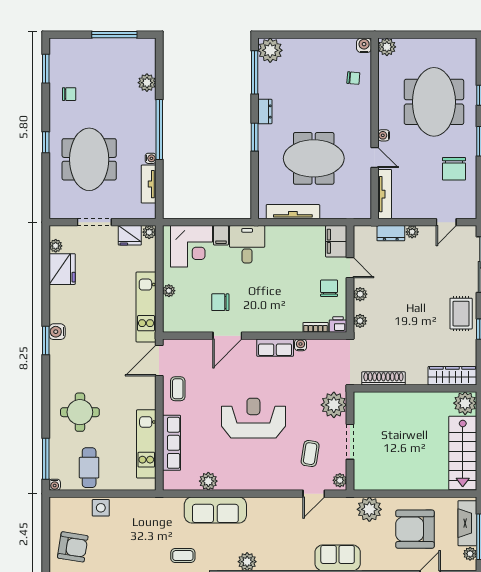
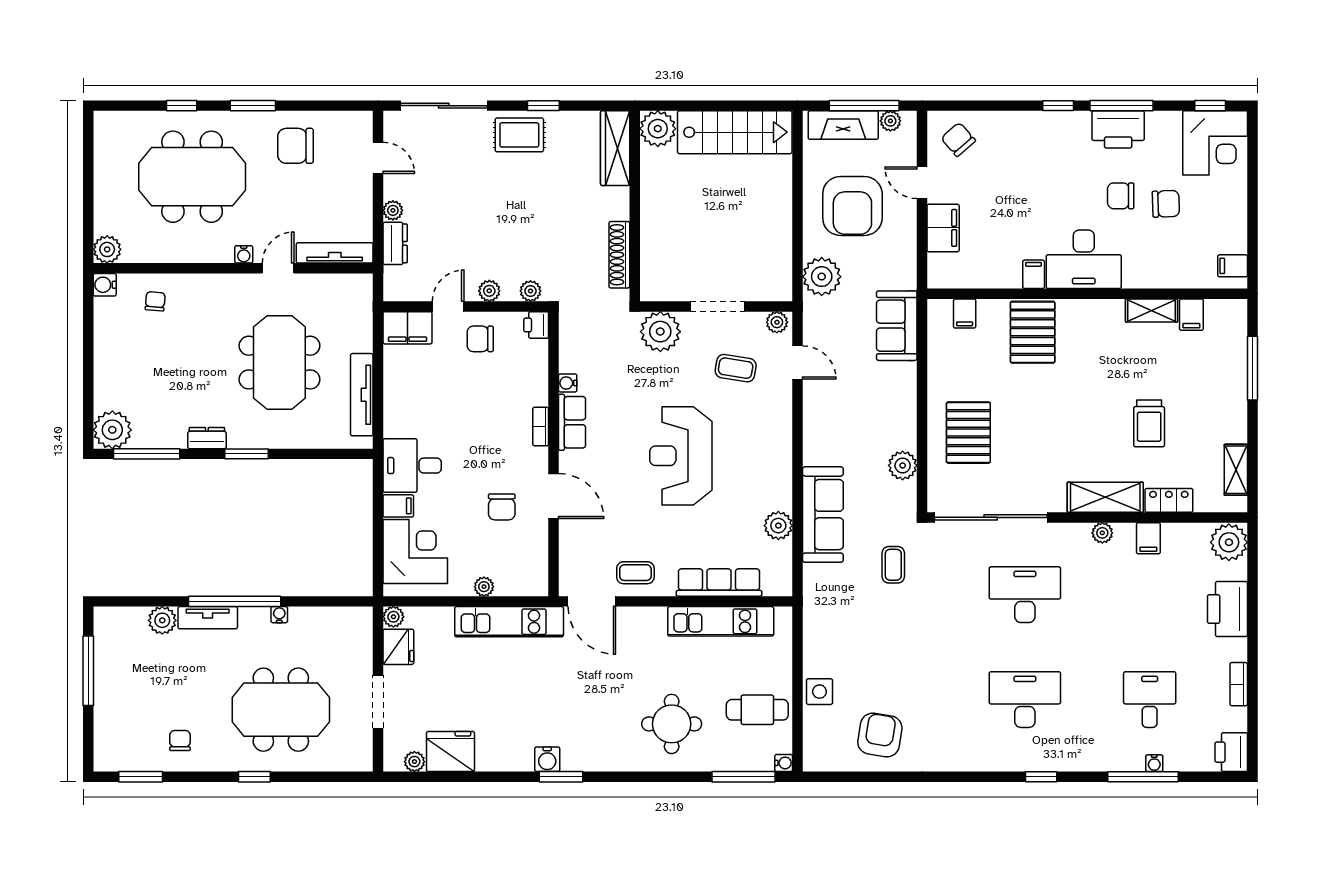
chair: (454, 169) -> (295, 146), turned 180
tv unit: (149, 184) -> (208, 618), moved
bookcase: (316, 327) -> (541, 427), moved

